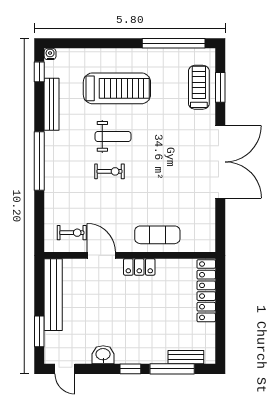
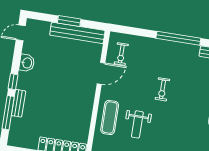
weight bench: (113, 136) -> (137, 124), moved
locker: (139, 267) -> (88, 100), removed
window: (39, 331) -> (69, 21), moved
bench: (186, 357) -> (19, 103), moved

